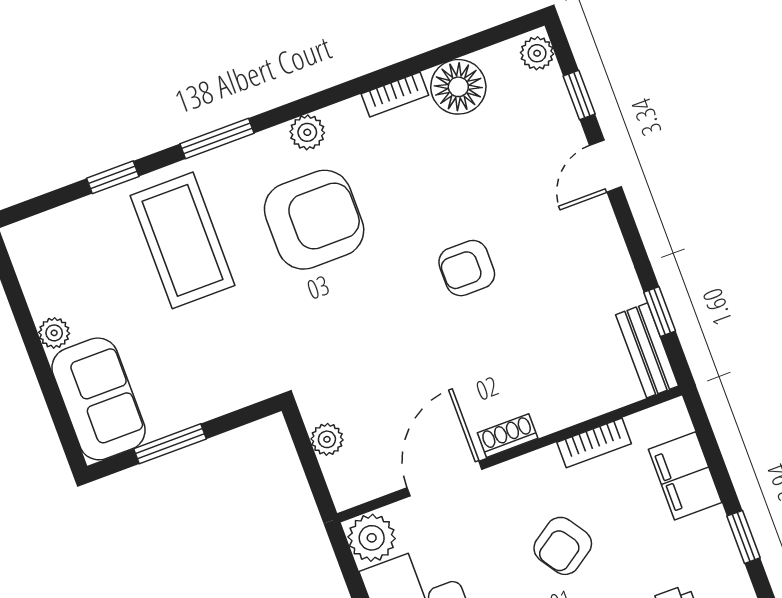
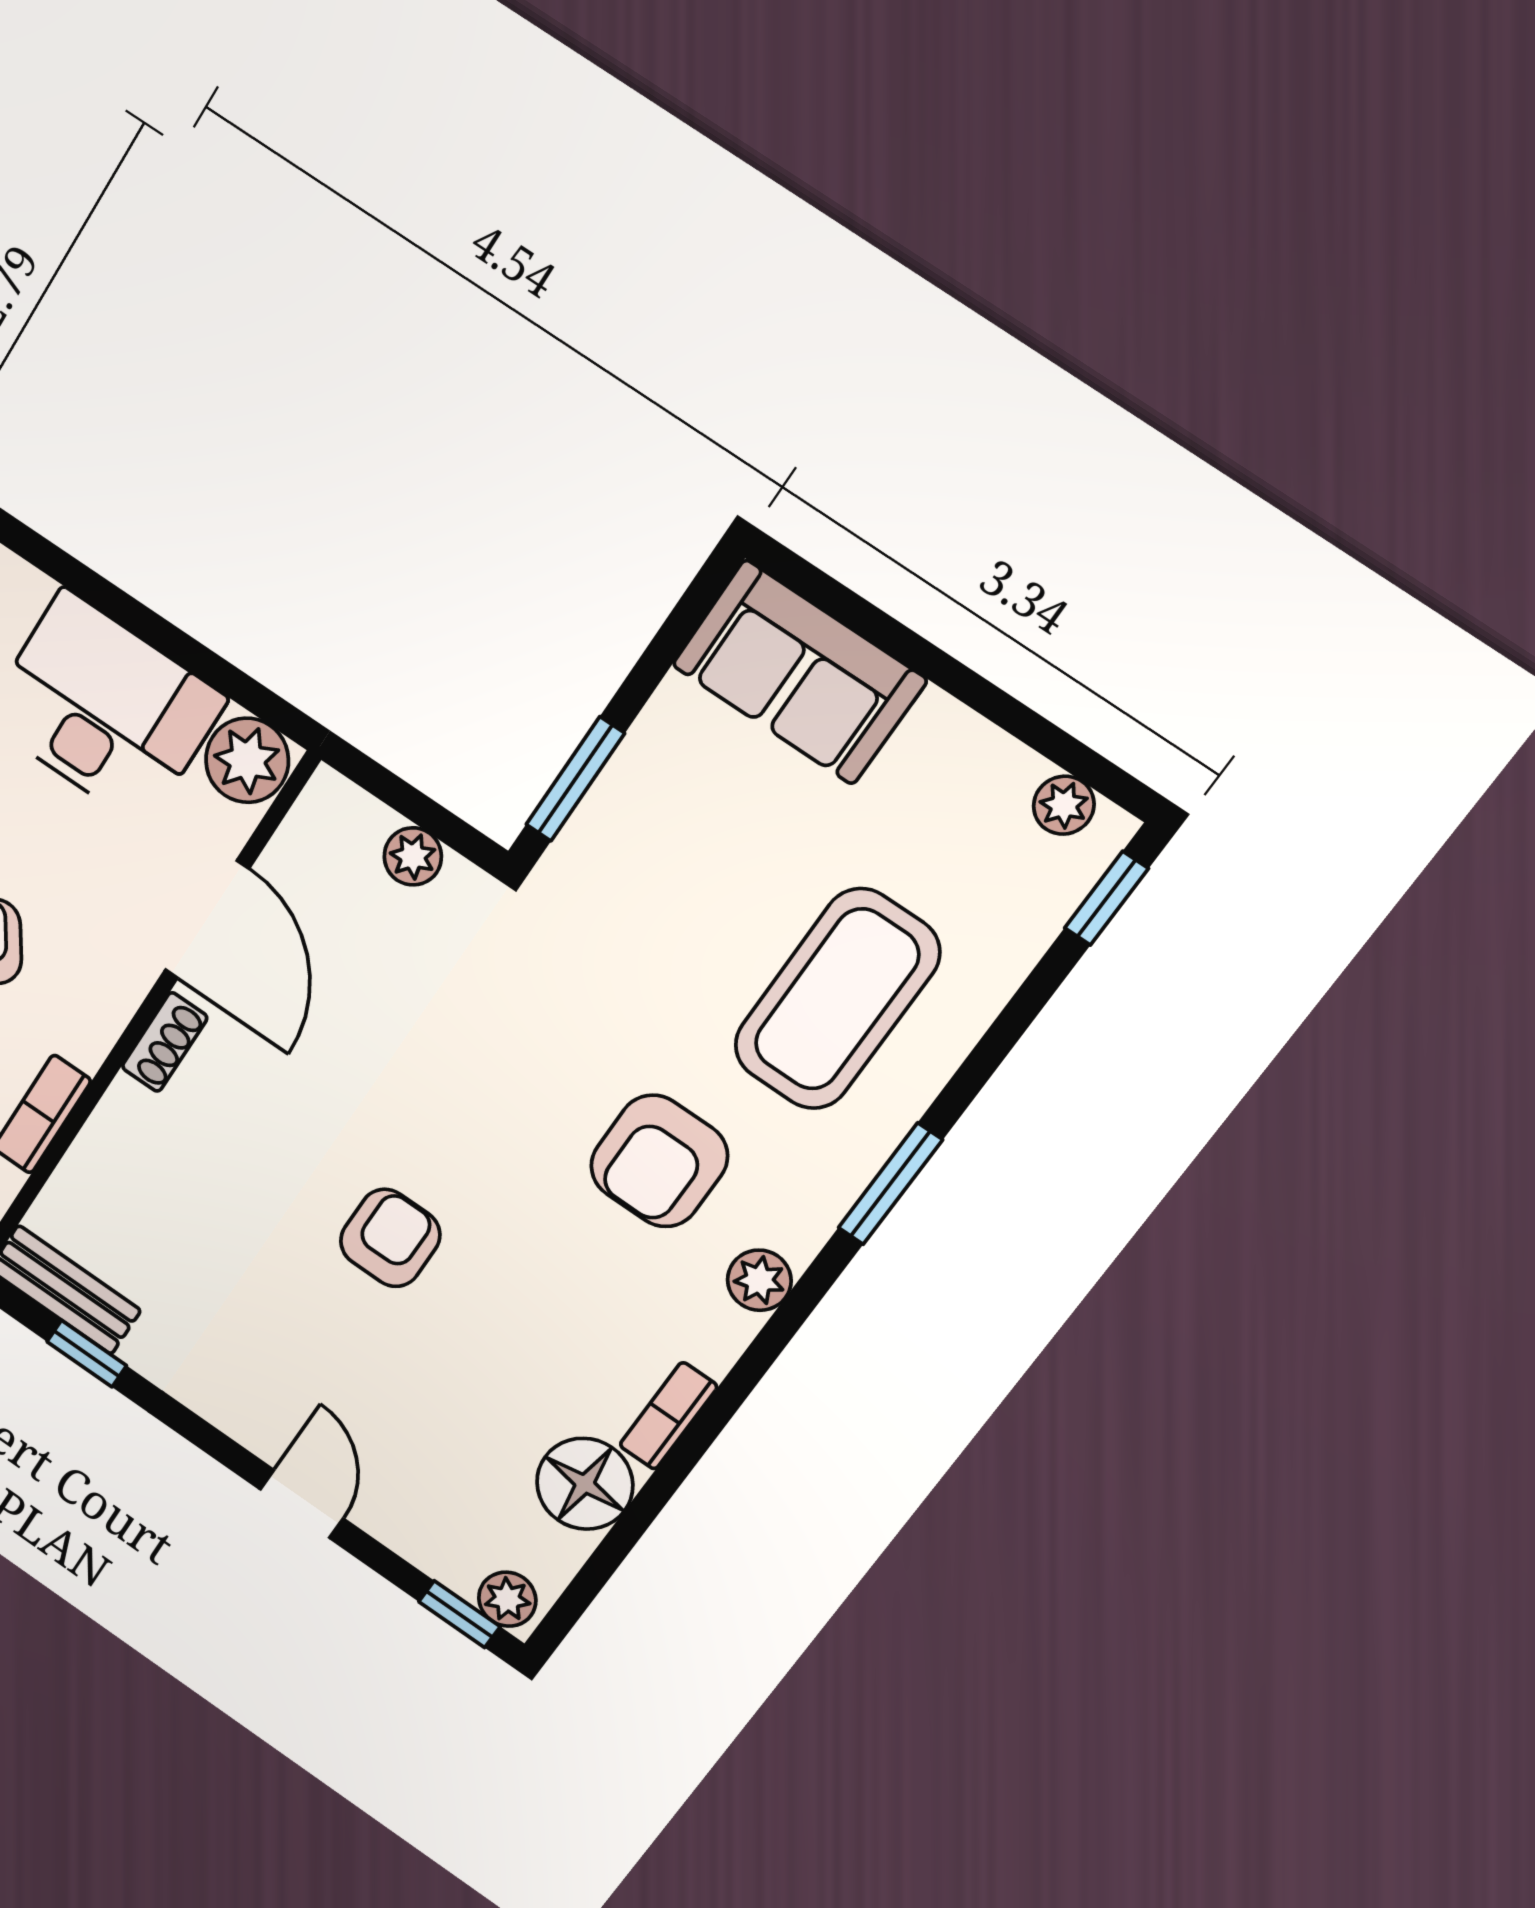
window: (579, 95) -> (459, 1614), moved
window: (113, 177) -> (1106, 898), moved
armchair: (314, 220) -> (659, 1161), width x0.73, depth x0.73
coffee table: (183, 240) -> (837, 999), turned 90
plant: (54, 333) -> (1064, 805), moved
window: (170, 444) -> (575, 779), moved

